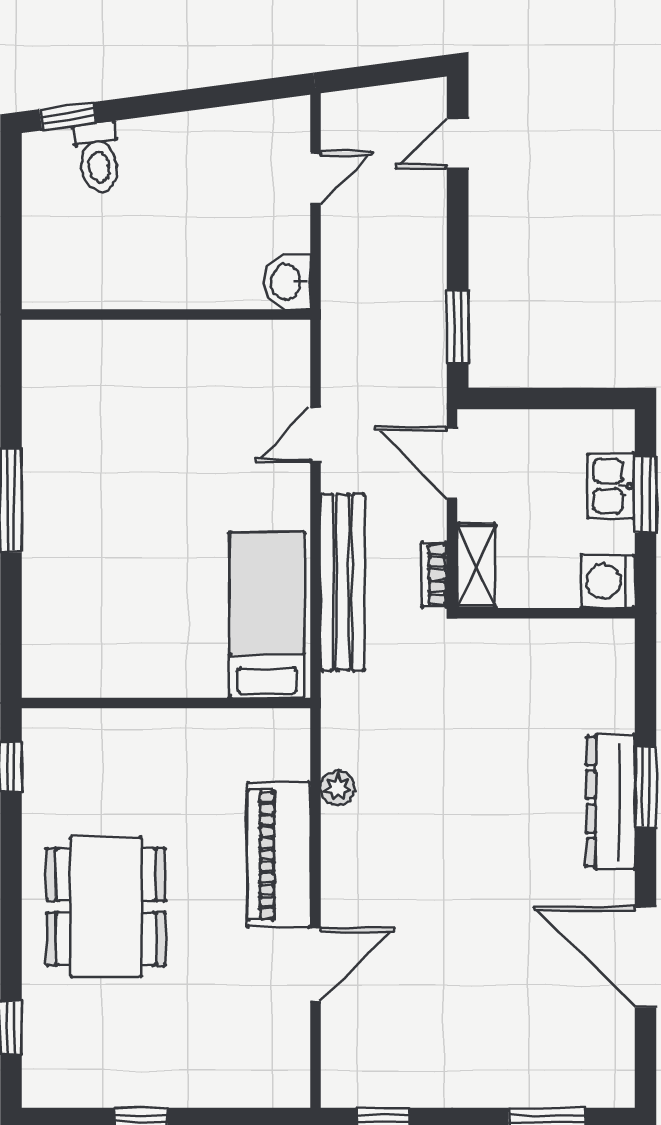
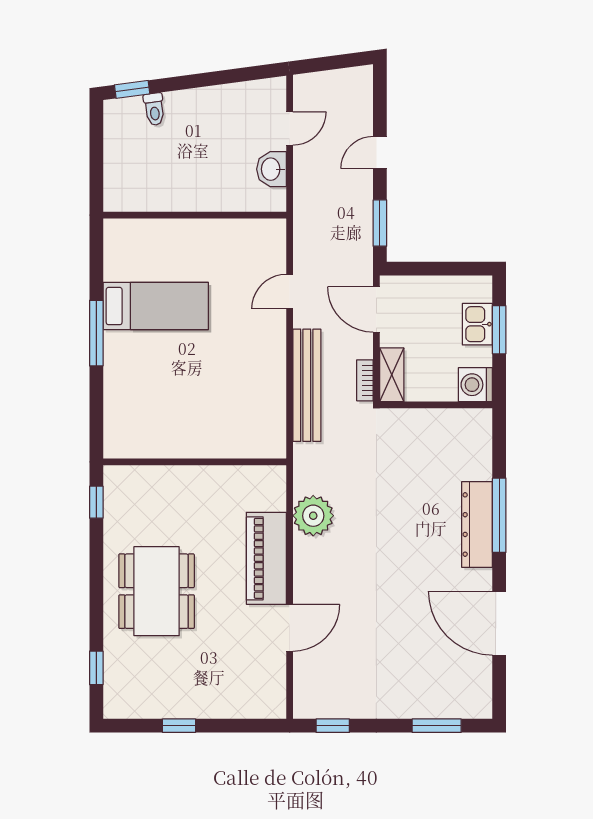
door: (458, 143) -> (380, 153), moved
toilet: (98, 158) -> (154, 109), width x0.73, depth x0.72
washbasin: (287, 282) -> (272, 169), moved
bed: (267, 615) -> (156, 306), moved, turned 90
window: (646, 787) -> (499, 515), width x1.44
plant: (338, 788) -> (313, 516), width x1.88, depth x1.88

